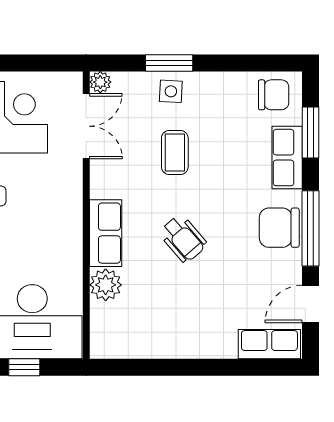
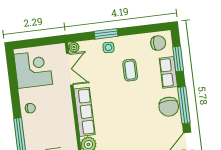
coffee table: (175, 152) -> (130, 70), moved
chair: (279, 228) -> (169, 107), turned -90
row of seats: (106, 233) -> (84, 112), width x1.48
wheelchair: (183, 239) -> (123, 118), removed

